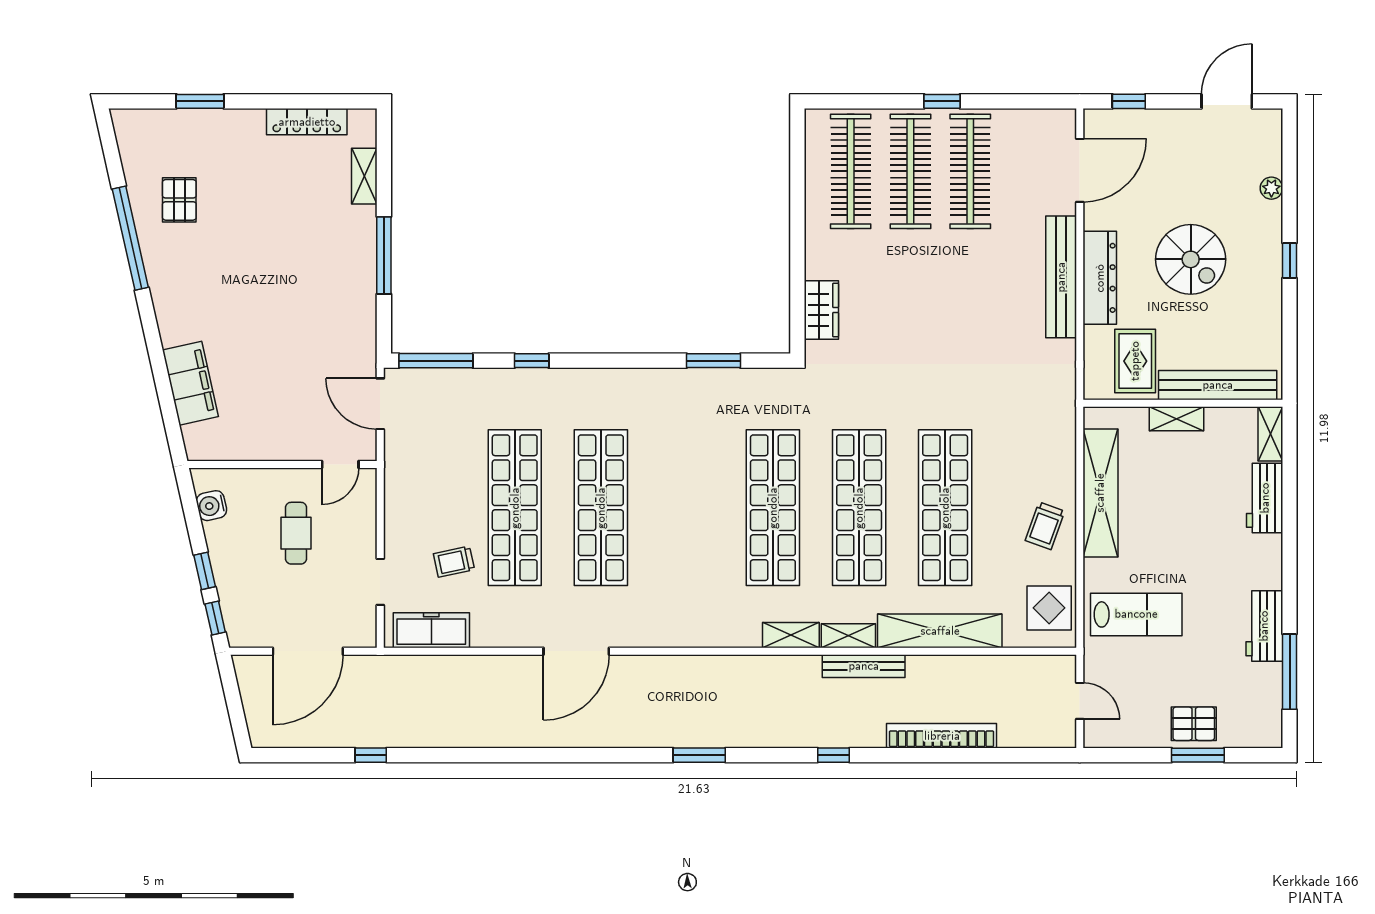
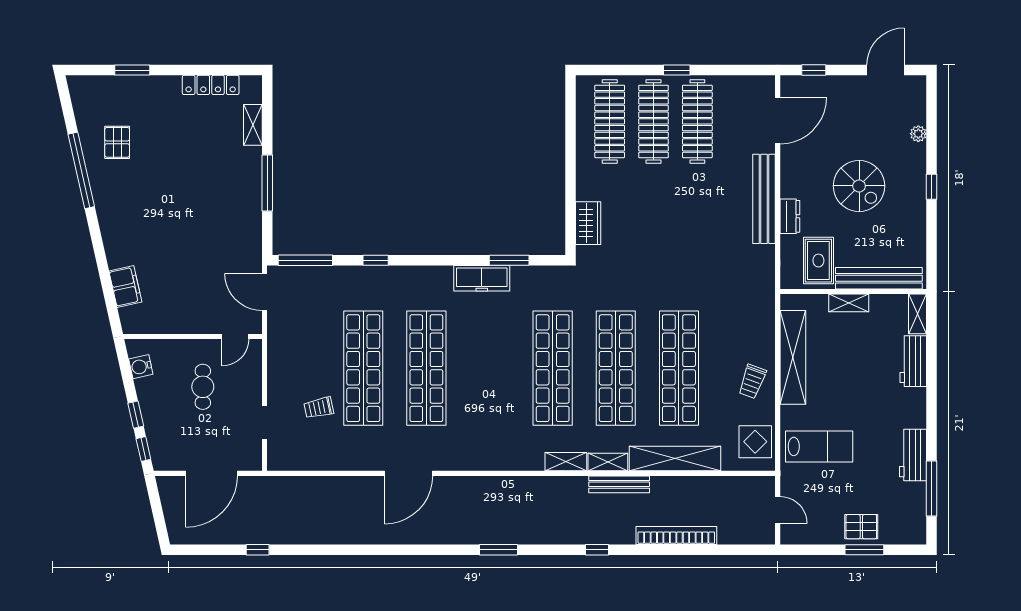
dresser: (1100, 278) -> (790, 216), width x0.51, depth x0.80
filing cabinet: (190, 383) -> (125, 286), width x0.67, depth x0.86
freezer: (431, 630) -> (482, 278), moved, turned 180

